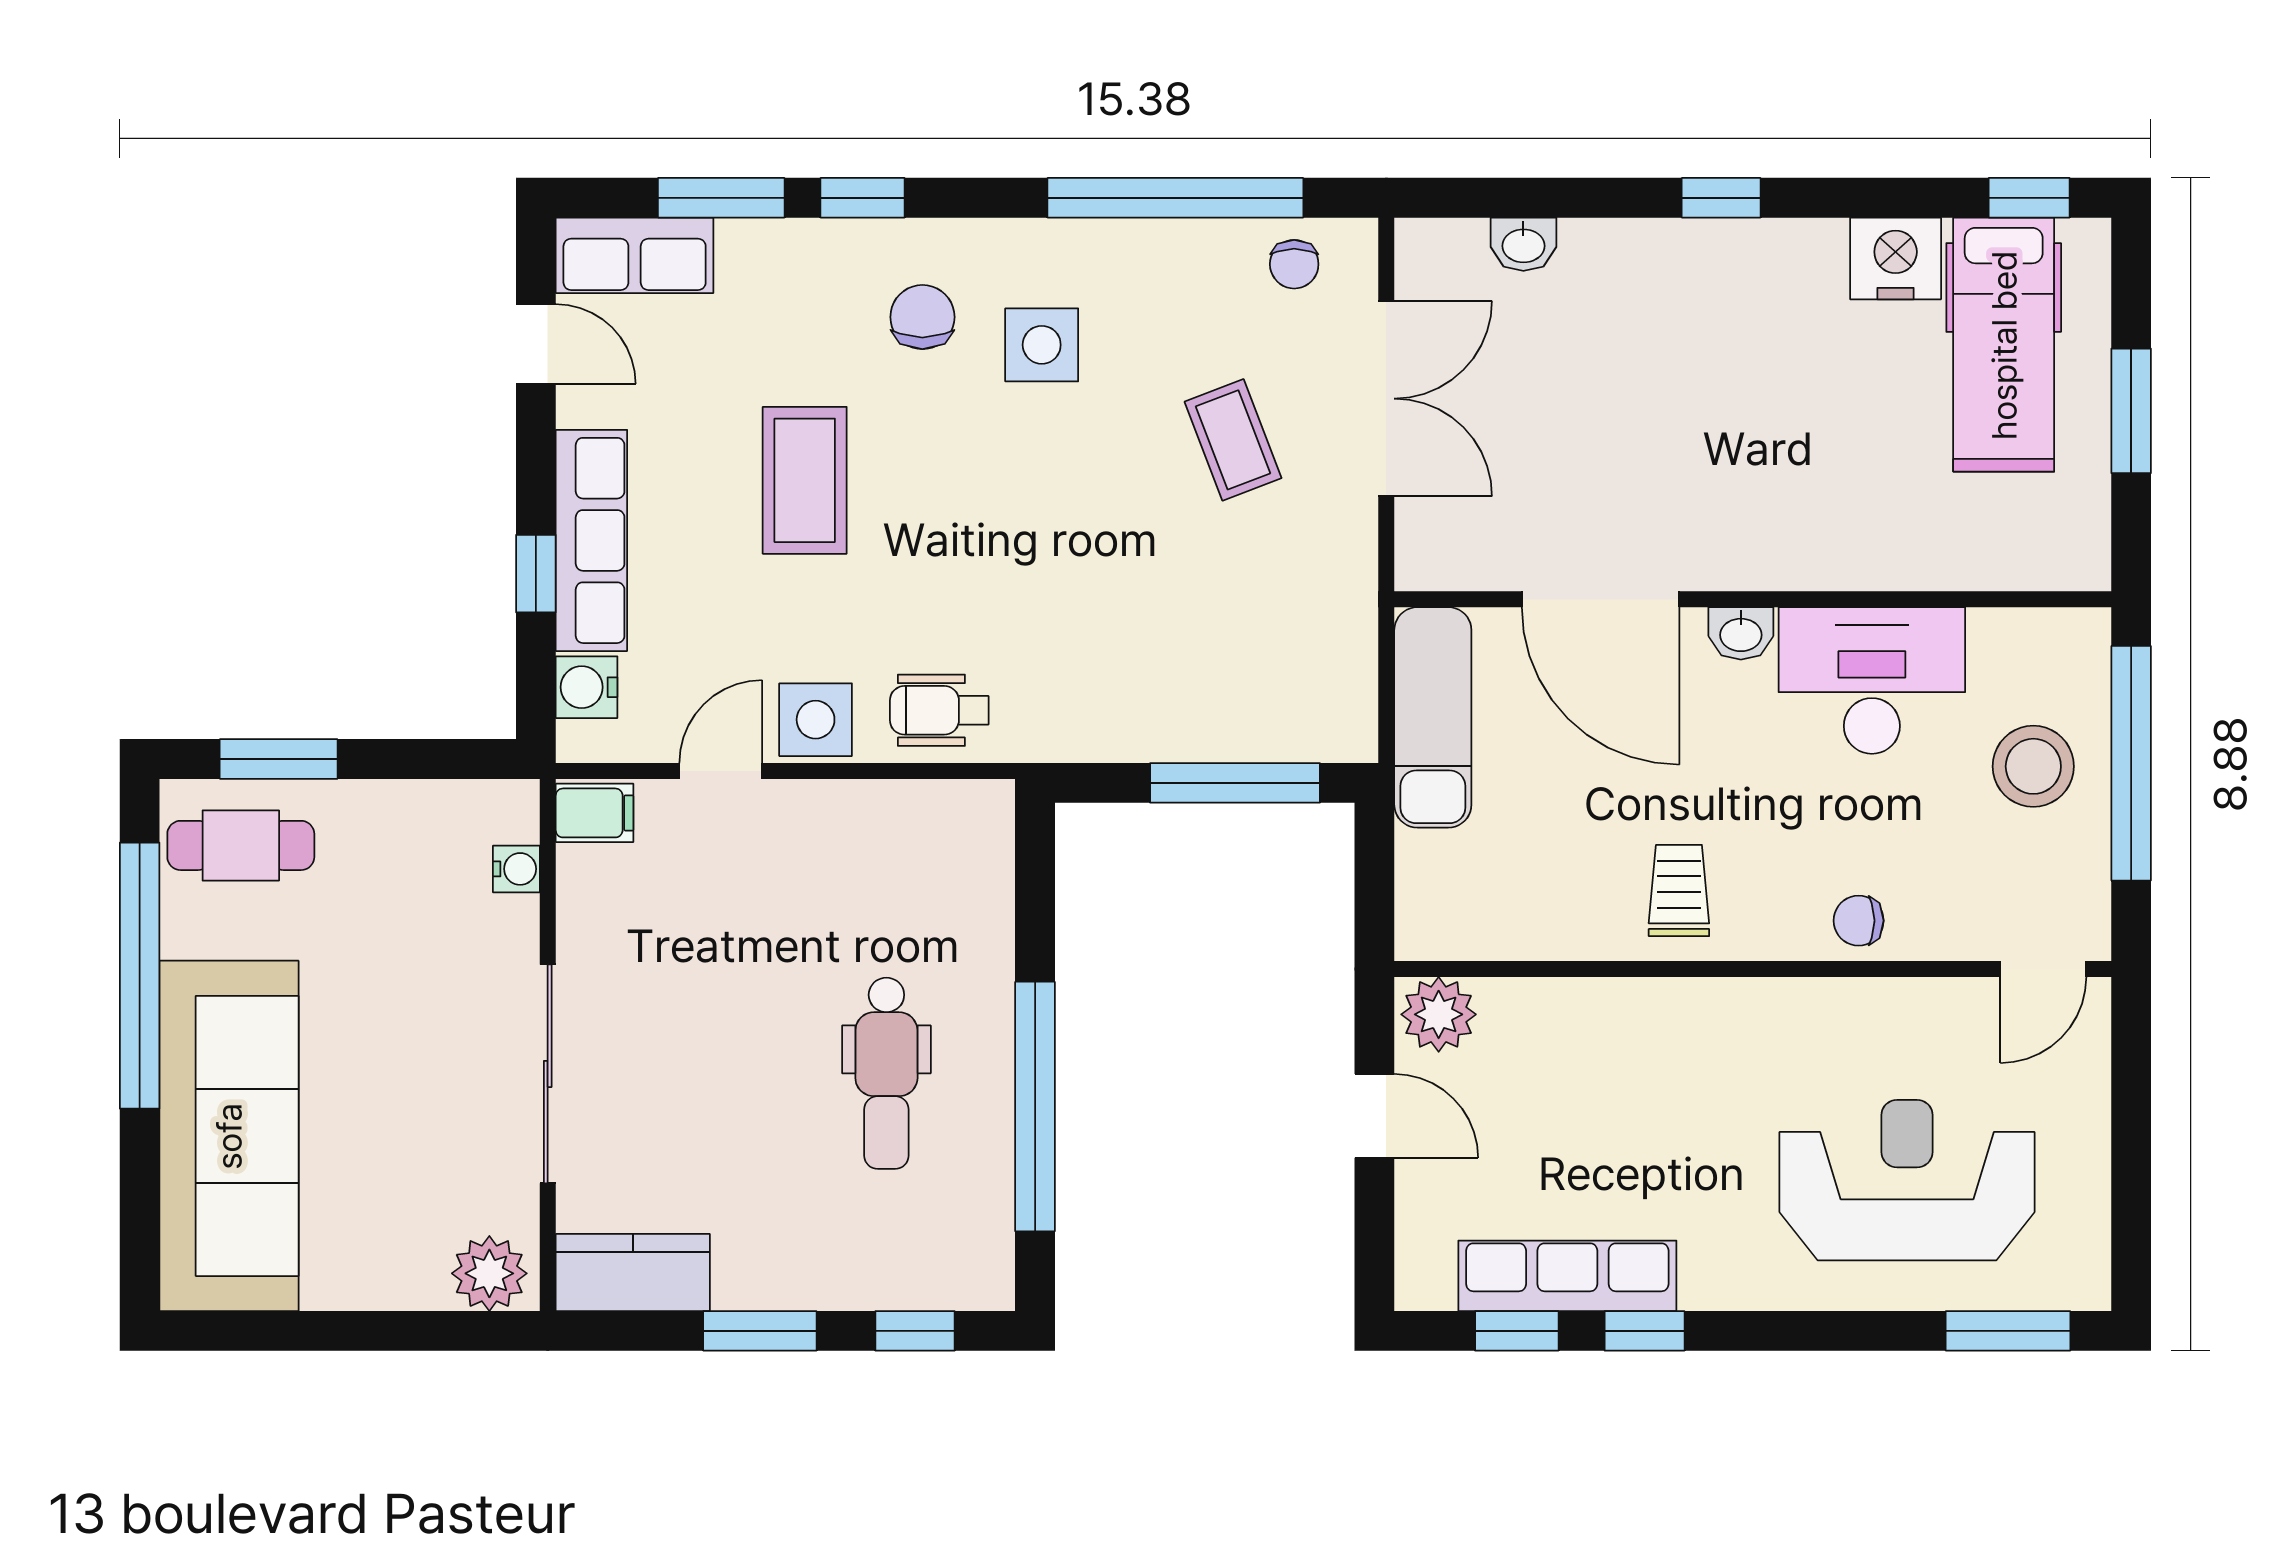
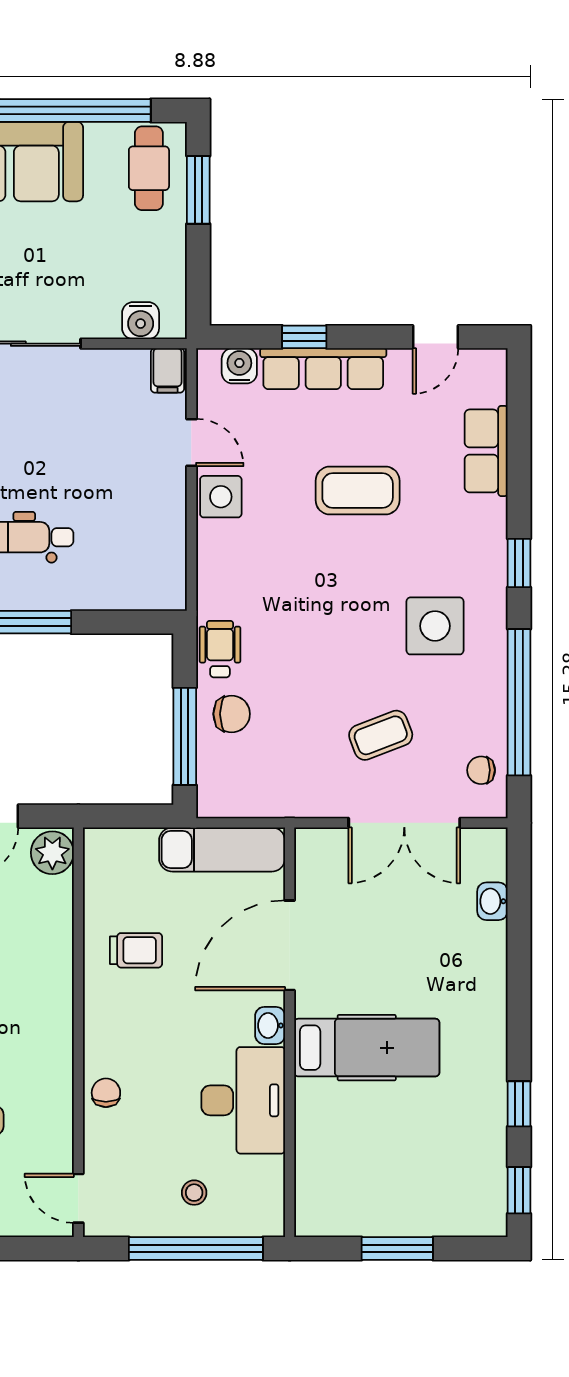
window: (721, 198) -> (519, 443), removed
window: (863, 198) -> (519, 563), moved
window: (1721, 198) -> (519, 1104), moved
row of seats: (635, 255) -> (486, 451), moved
nightstand: (1896, 258) -> (484, 1114), removed
chair: (922, 317) -> (232, 714), moved
side table: (1042, 345) -> (435, 626), width x1.37, depth x1.37
hospital bed: (2004, 345) -> (367, 1048), moved, turned 180
wheelchair: (939, 710) -> (220, 649), moved
stool: (2033, 766) -> (194, 1193), width x0.53, depth x0.53
water cooler: (516, 869) -> (141, 321), width x1.38, depth x1.38
trolley: (1679, 891) -> (136, 950), moved

